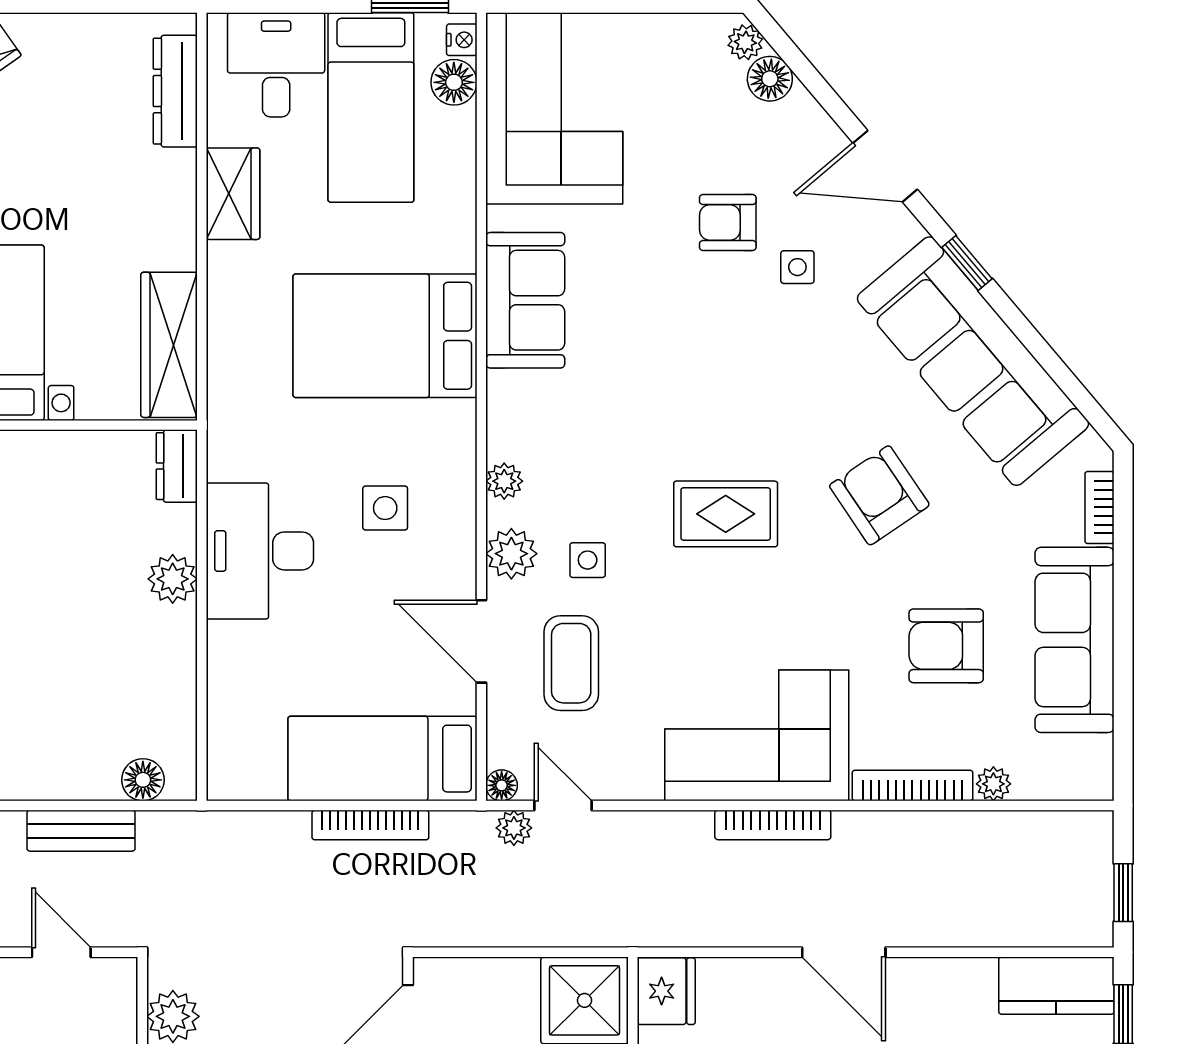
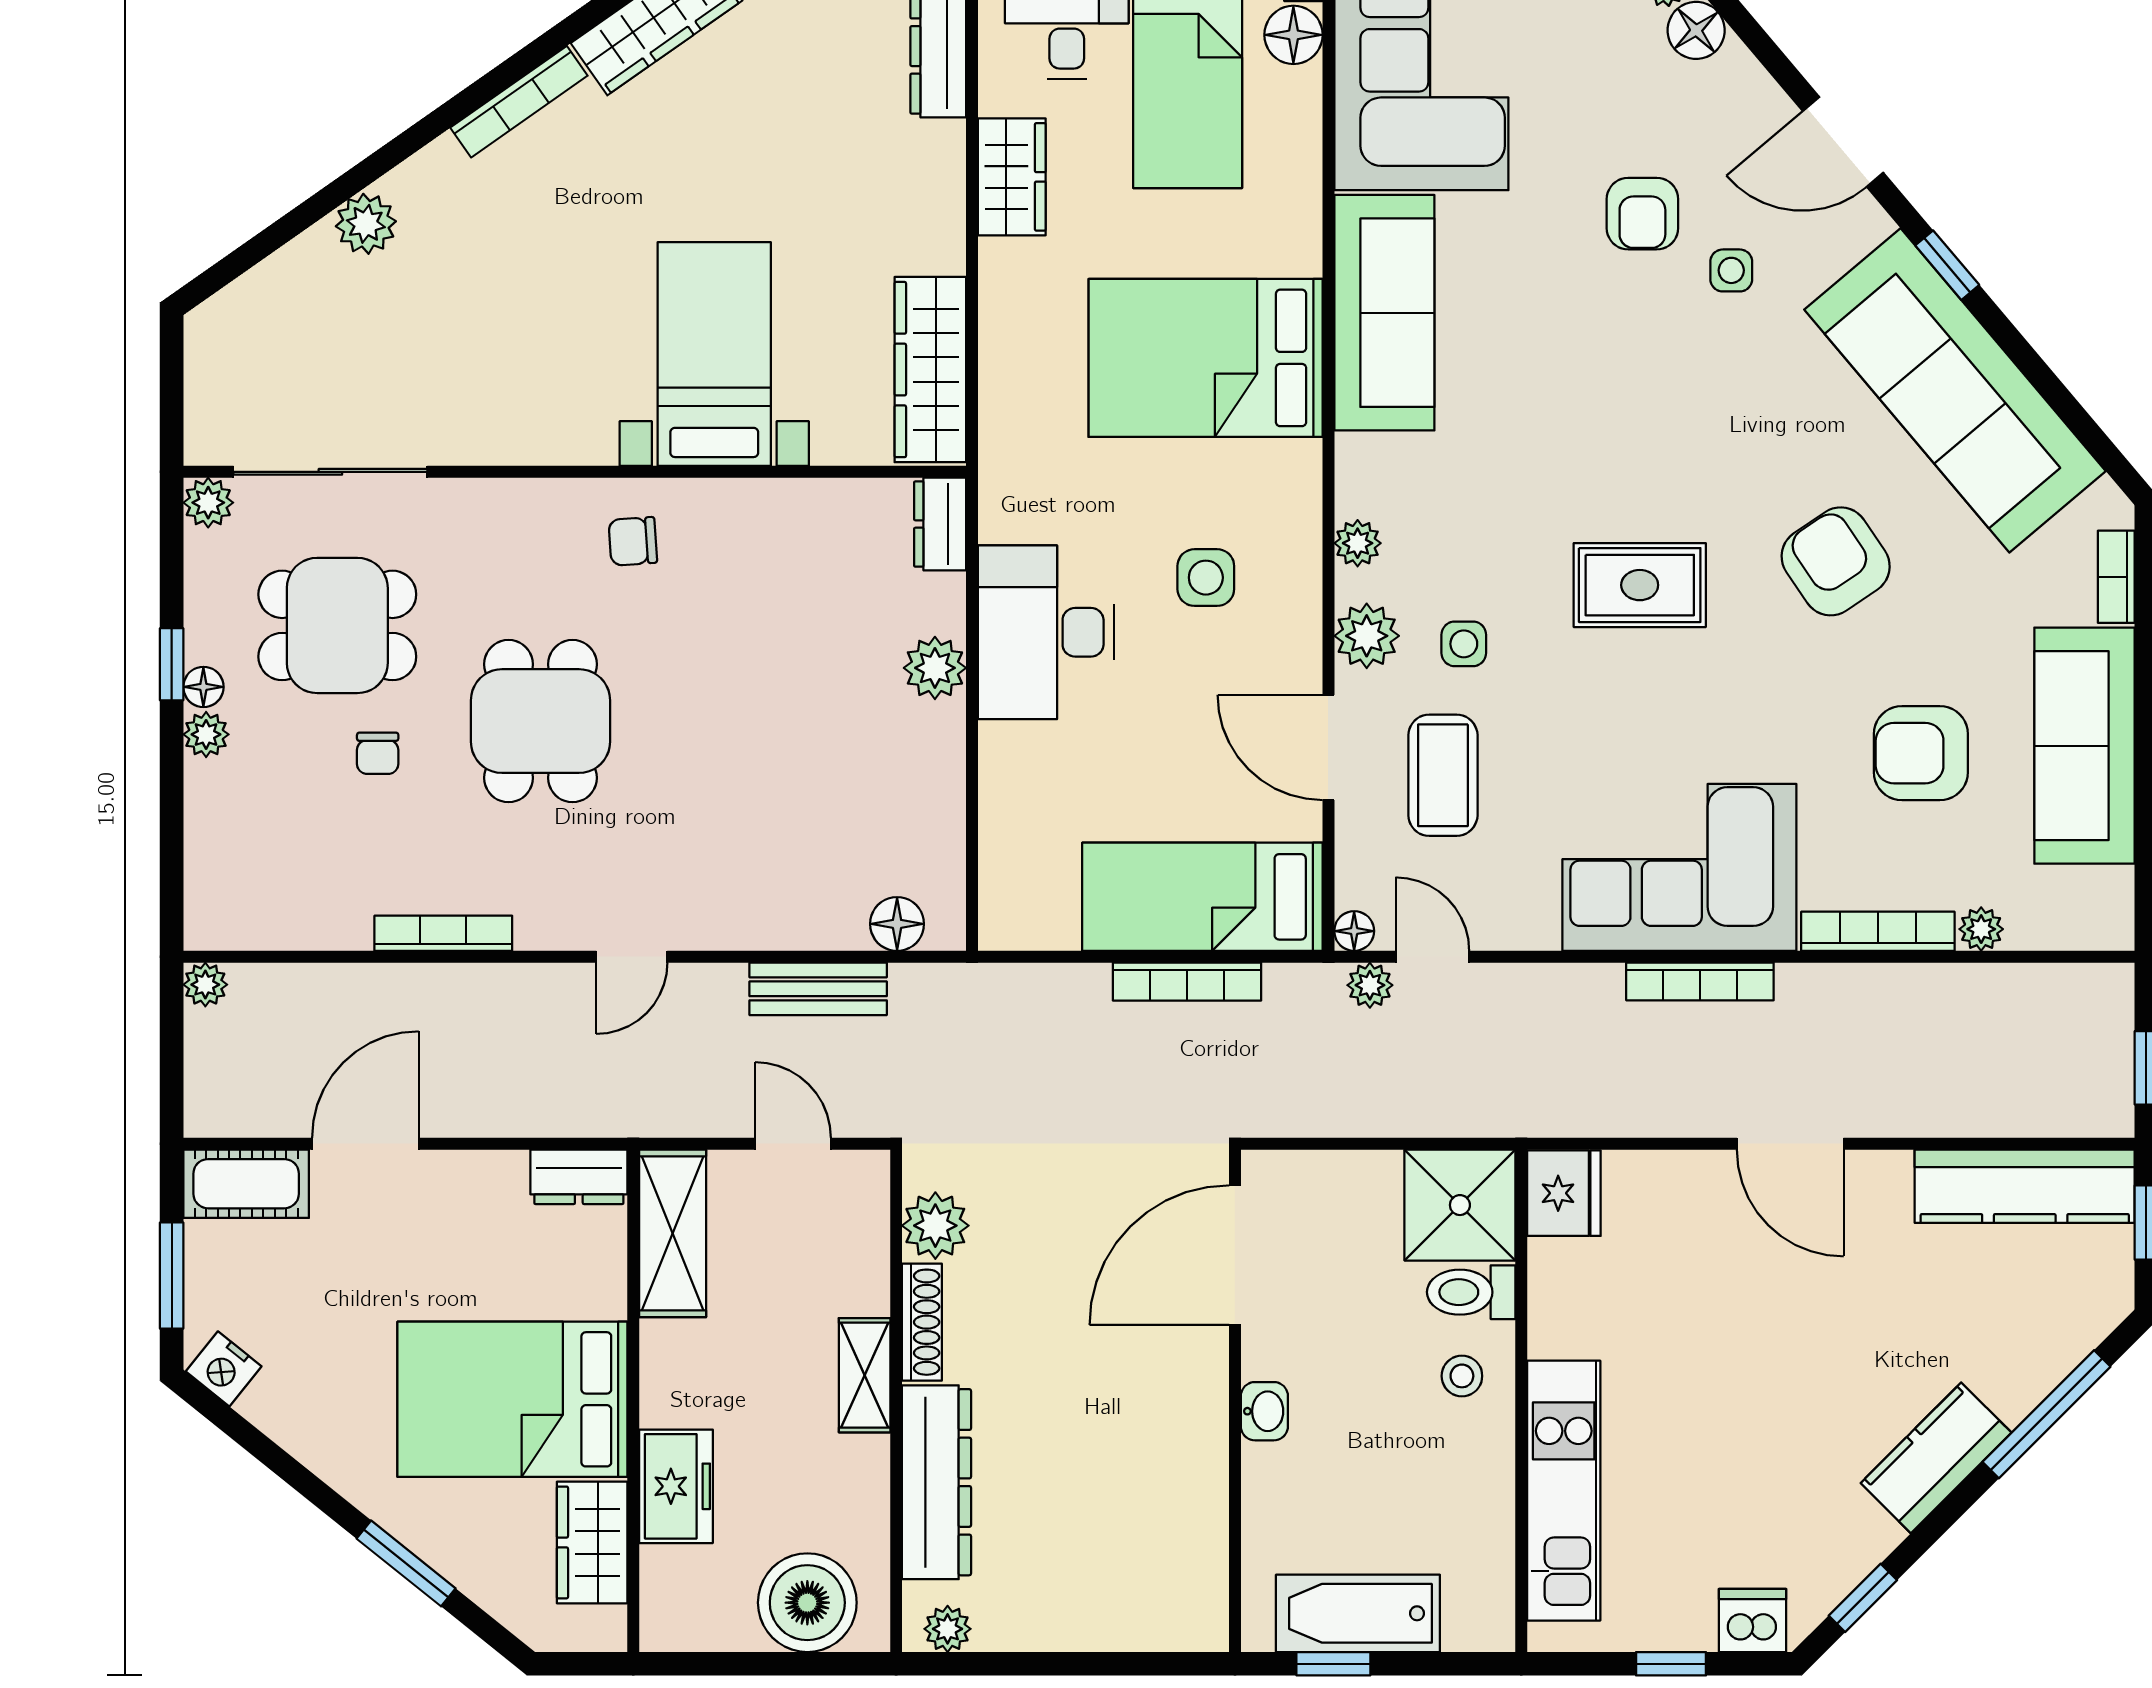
armchair: (728, 223) -> (1642, 214), turned -90
sofa: (525, 300) -> (1384, 313), width x1.36
kitchen counter: (1056, 986) -> (2025, 1186), width x1.50

